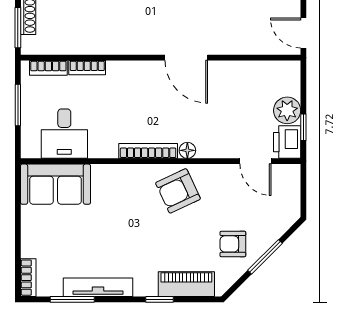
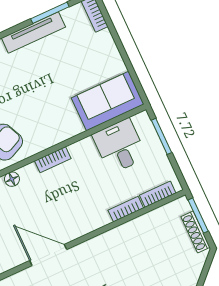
window: (18, 105) -> (162, 136), moved
bookcase: (148, 151) -> (53, 160), width x0.64

